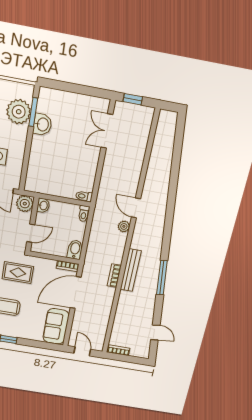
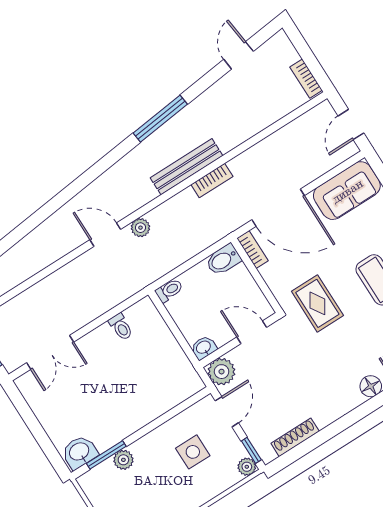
plant: (19, 112) -> (123, 460), width x0.53, depth x0.53
washbasin: (42, 124) -> (80, 452), moved
toilet: (84, 196) -> (121, 327), moved
door: (136, 208) -> (105, 235), swing flipped

